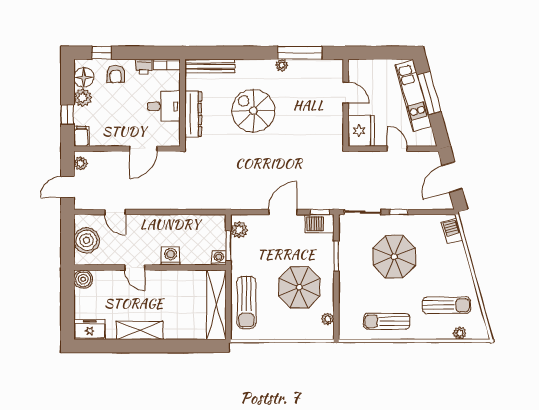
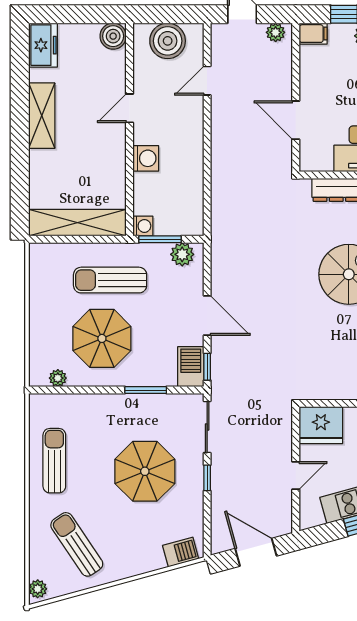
sun lounger: (246, 302) -> (110, 280), moved
sun lounger: (446, 305) -> (77, 544), turned 146
plant: (460, 333) -> (38, 589), moved

